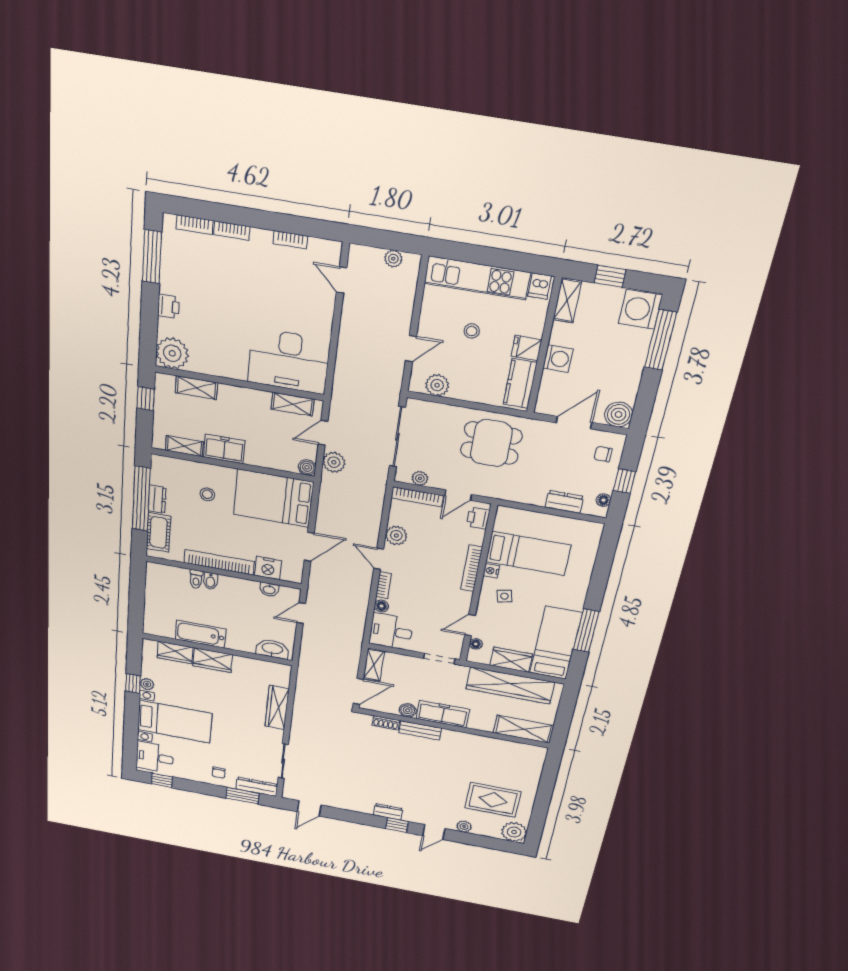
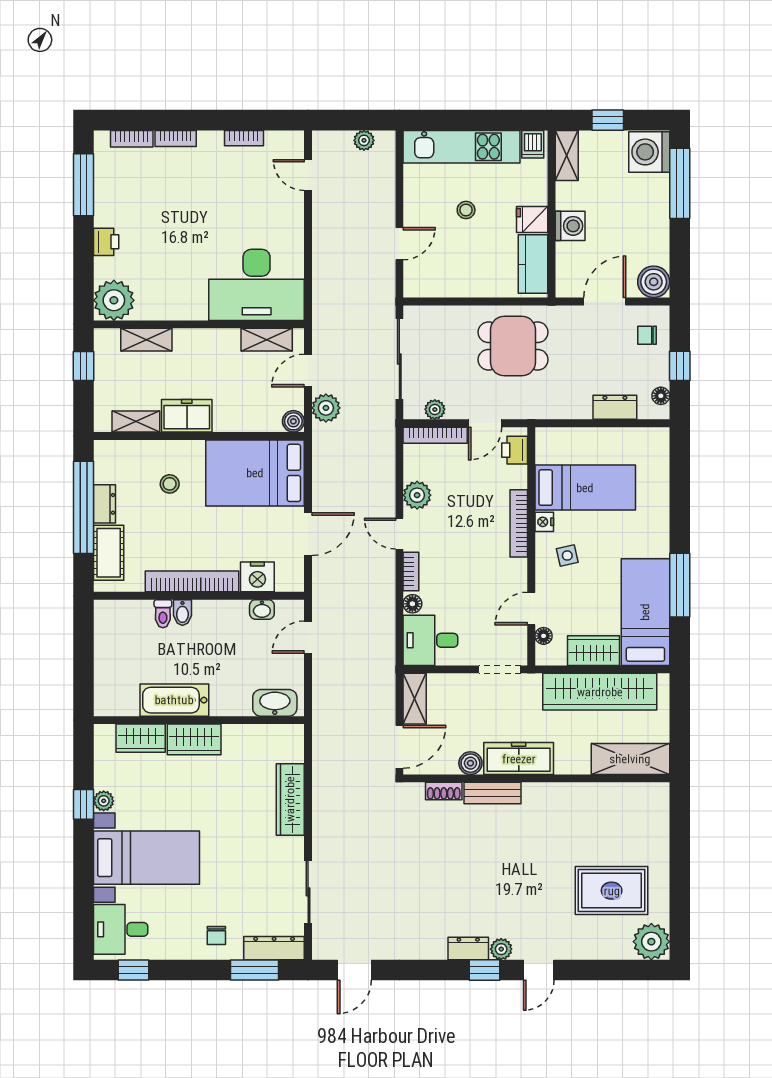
plant: (437, 385) -> (437, 284), removed
plant: (464, 827) -> (501, 949), moved

